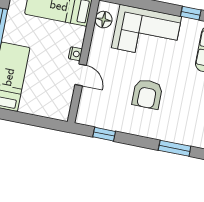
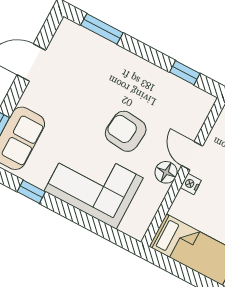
floor lamp: (104, 20) -> (166, 172), moved
armchair: (147, 94) -> (126, 131), moved, turned -84

